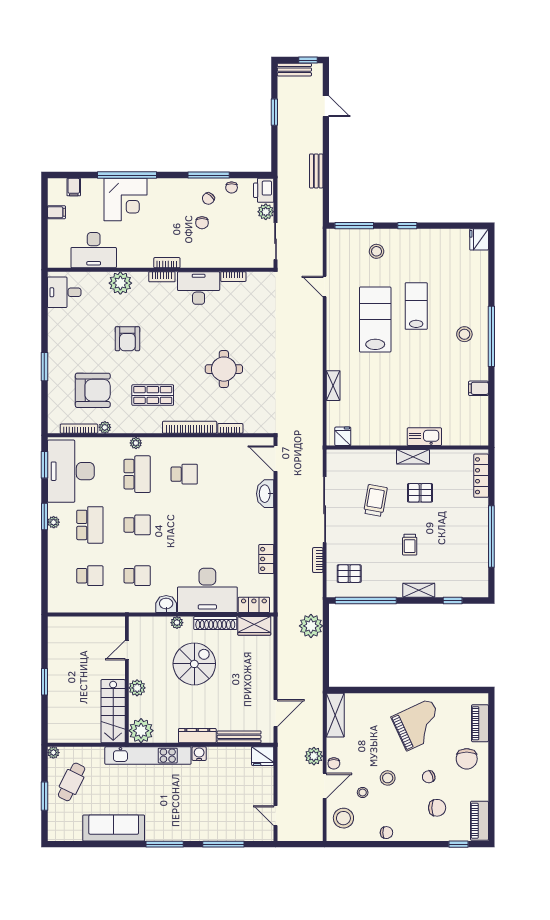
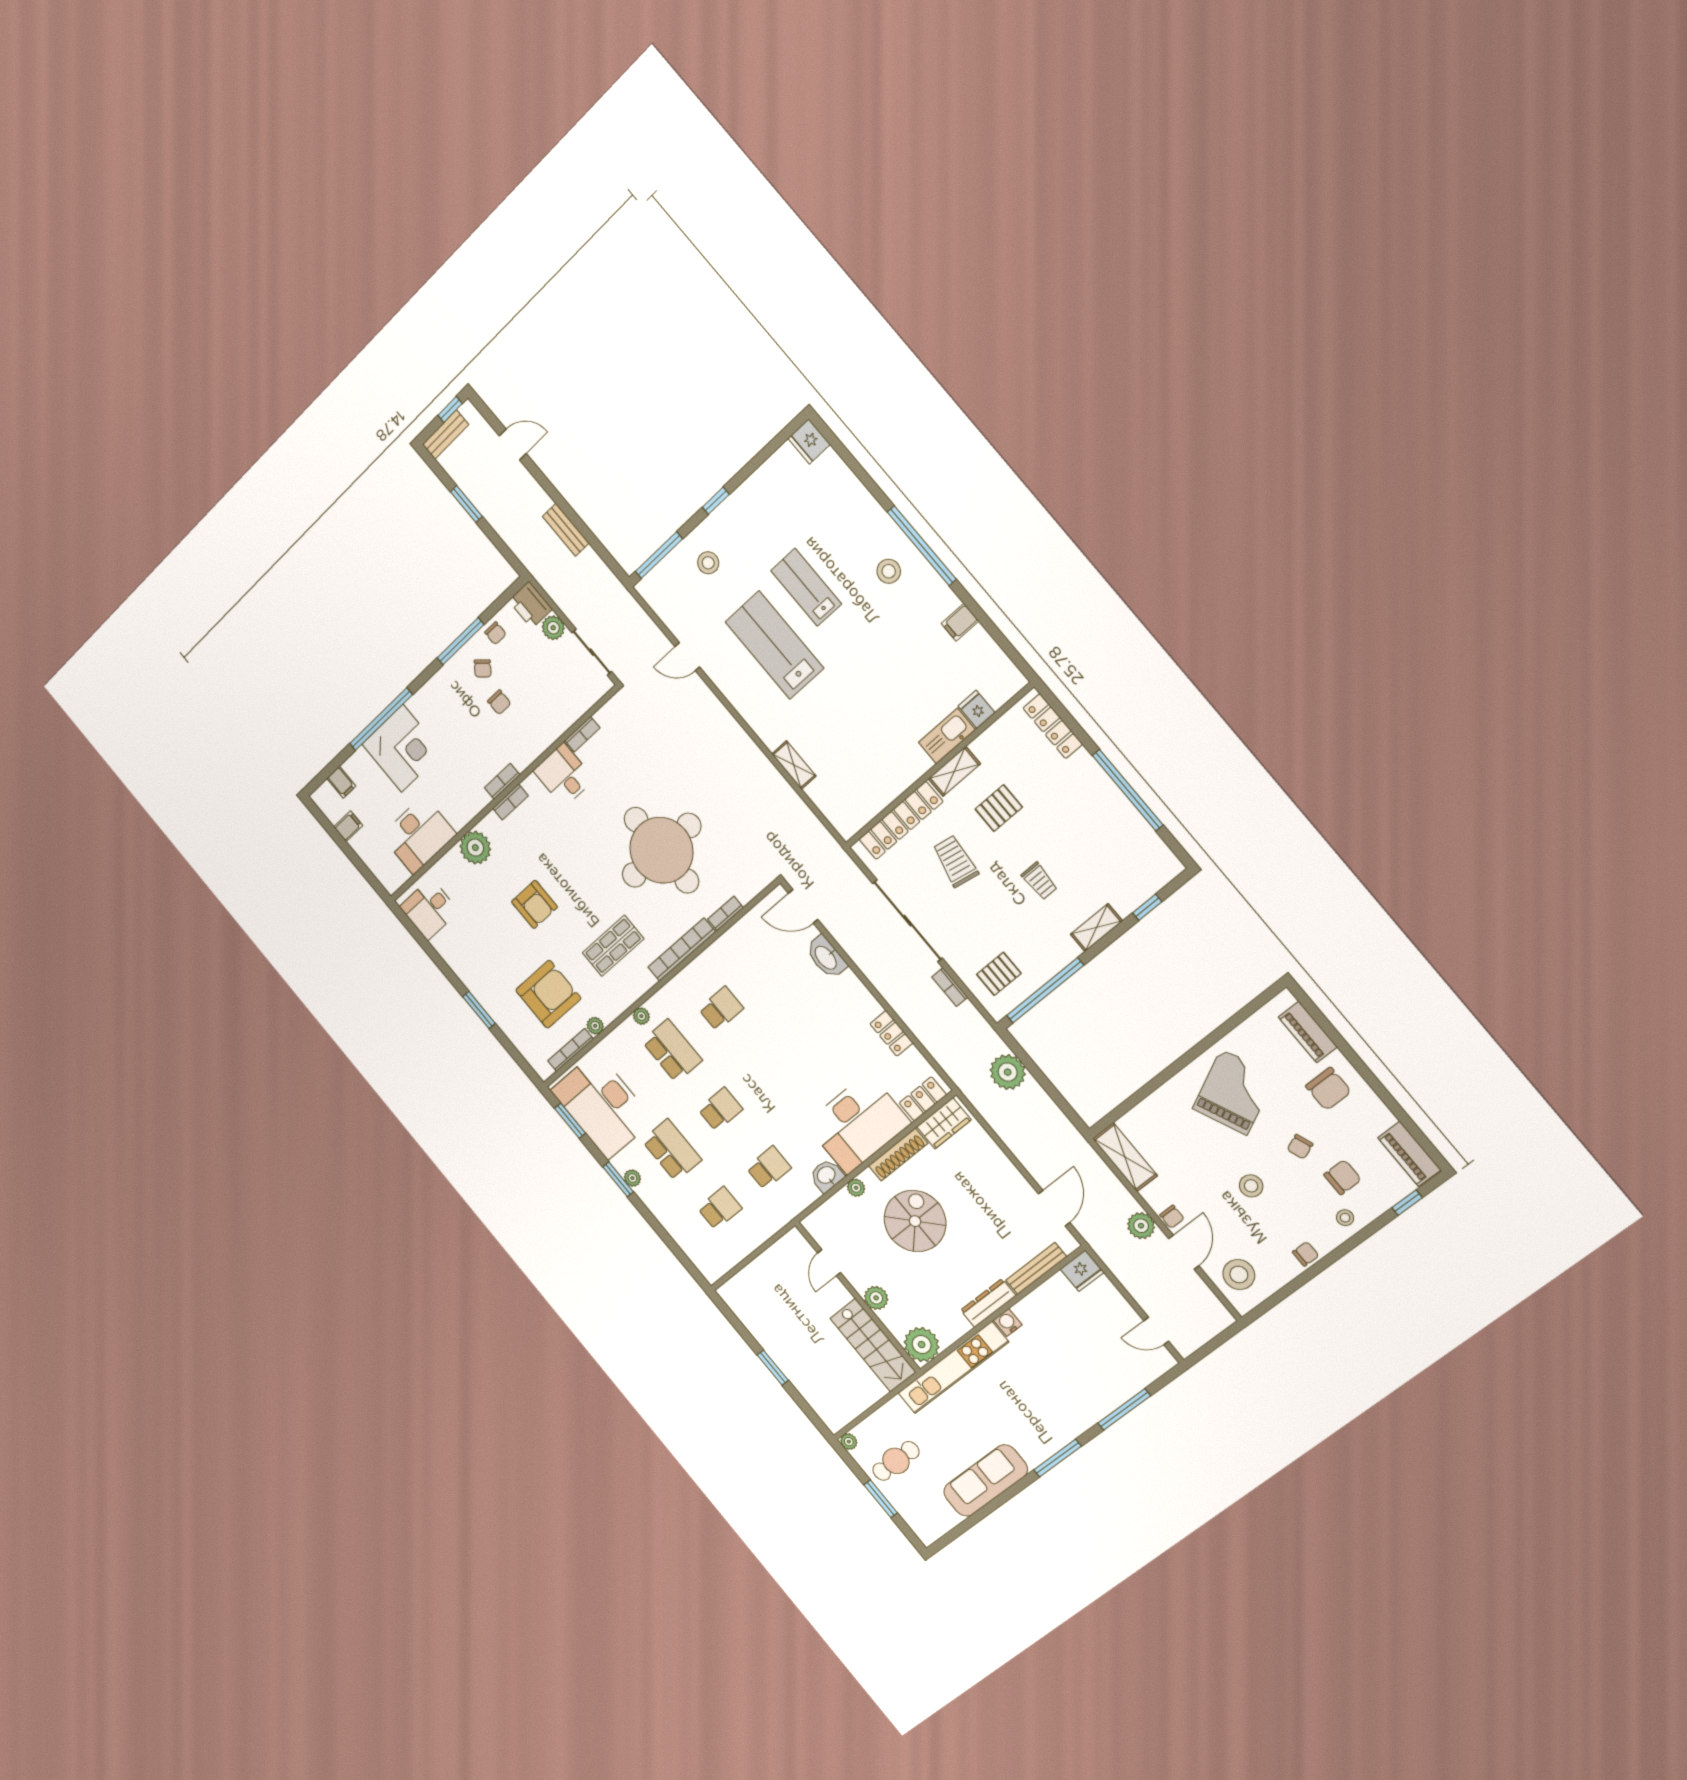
desk: (199, 288) -> (564, 775), width x0.73
round table: (224, 369) -> (661, 850), width x1.86, depth x1.86
fridge: (343, 436) -> (977, 709), moved
locker: (365, 458) -> (901, 820), added
cafe table: (72, 782) -> (896, 1461), turned 64
stool: (363, 792) -> (1345, 1218), moved

